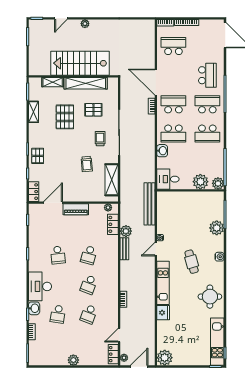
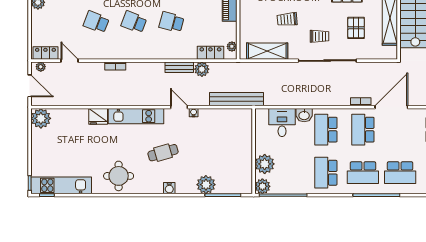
school desk: (173, 104) -> (363, 130), turned 180
school desk: (207, 104) -> (363, 173), turned 90
desk: (168, 179) -> (282, 123), moved

